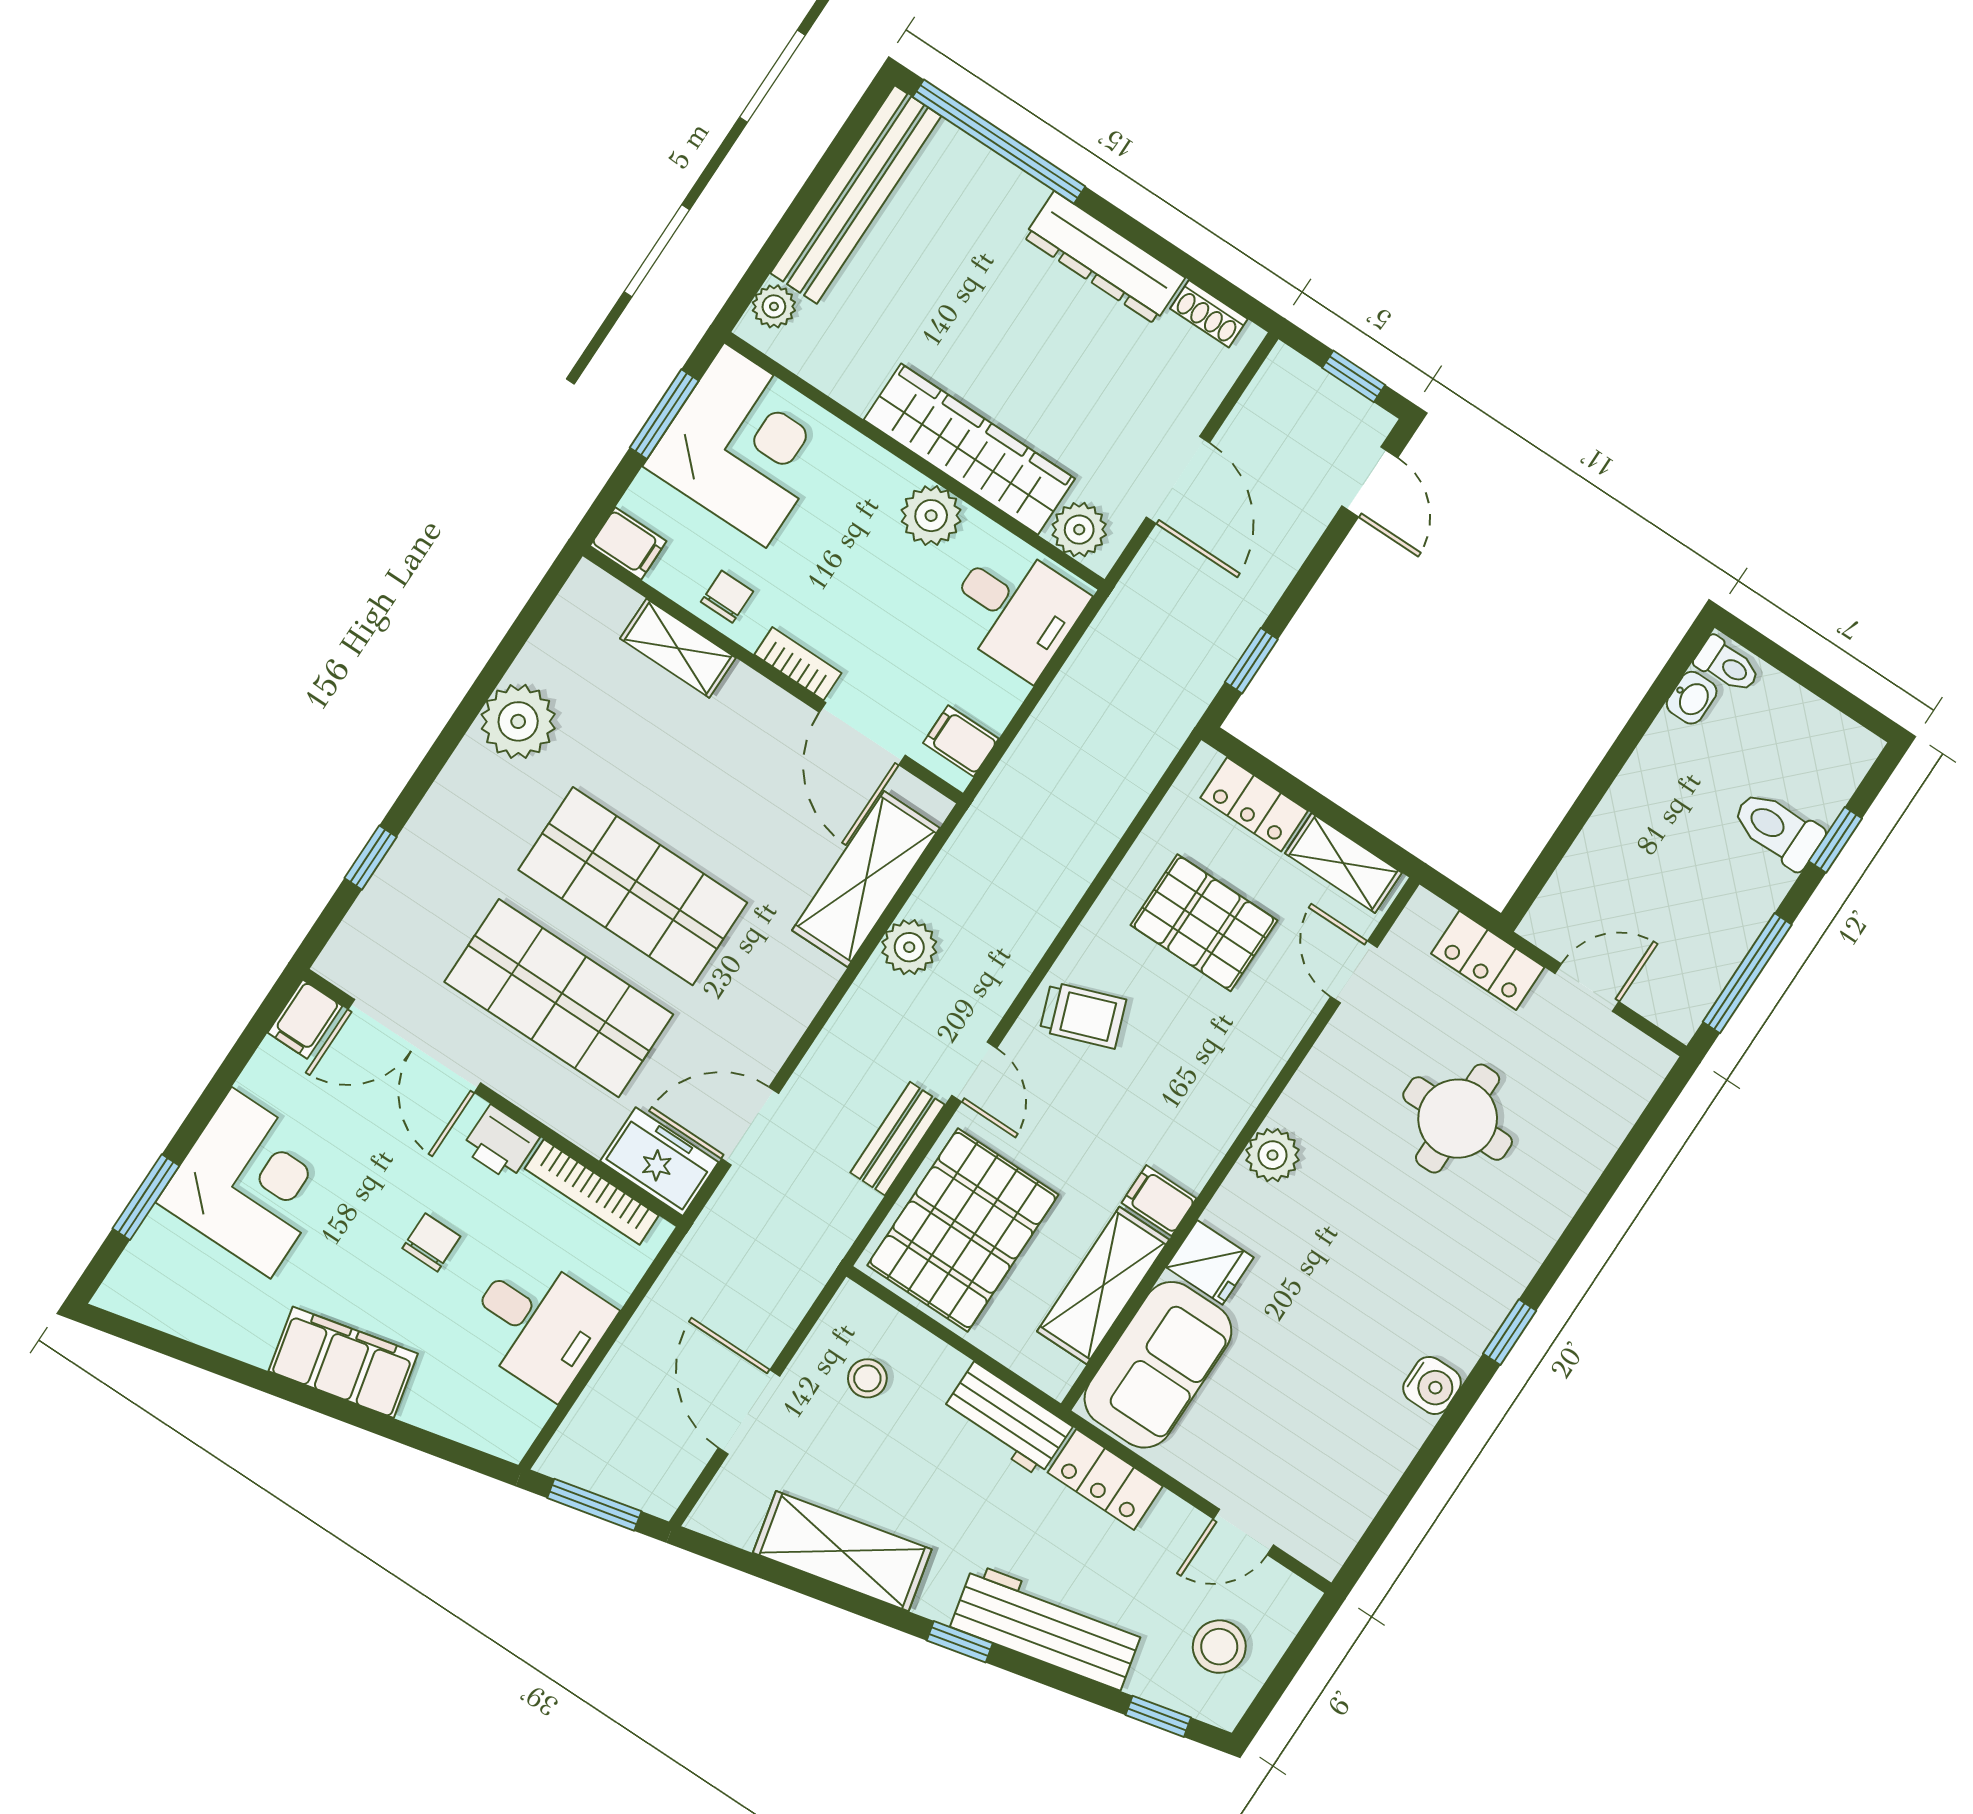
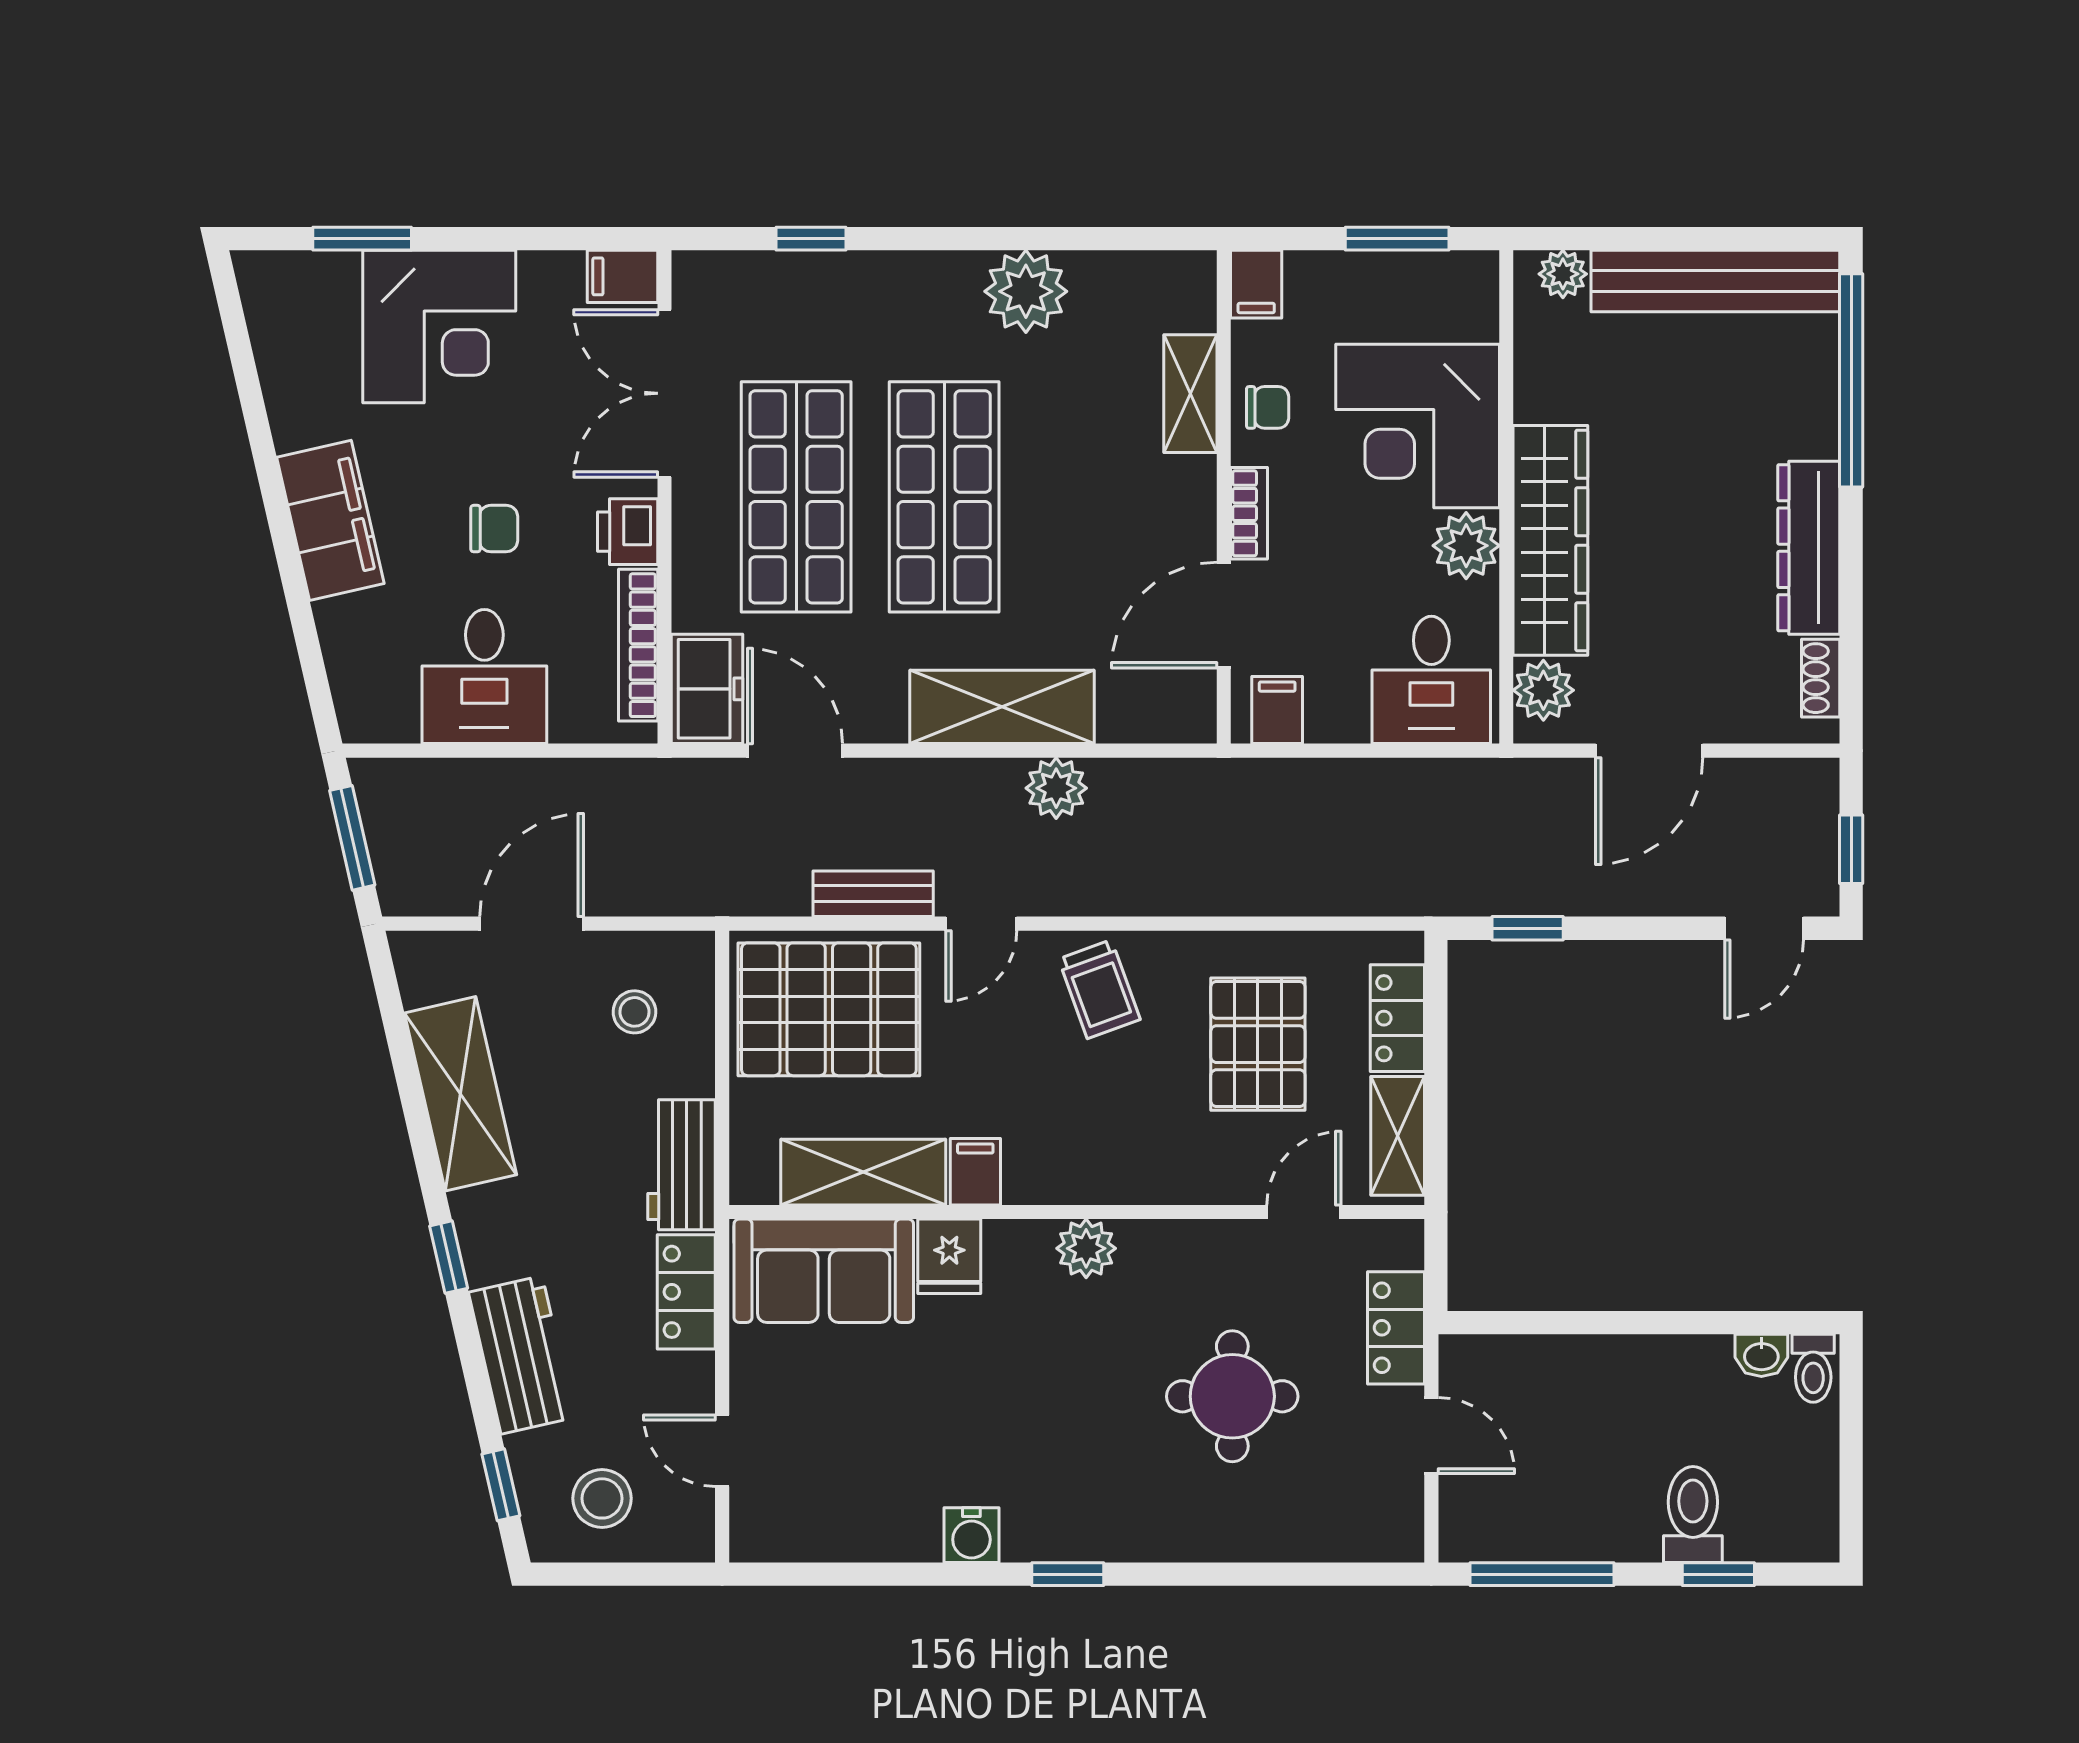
corner desk: (745, 445) -> (1418, 426), moved, turned 90
shelving: (866, 879) -> (1002, 707), moved
workbench: (1047, 1627) -> (522, 1355), width x0.73

